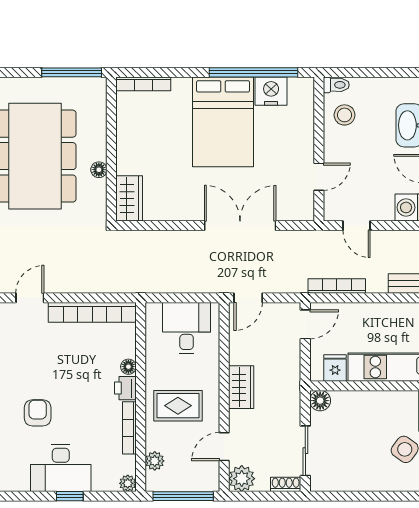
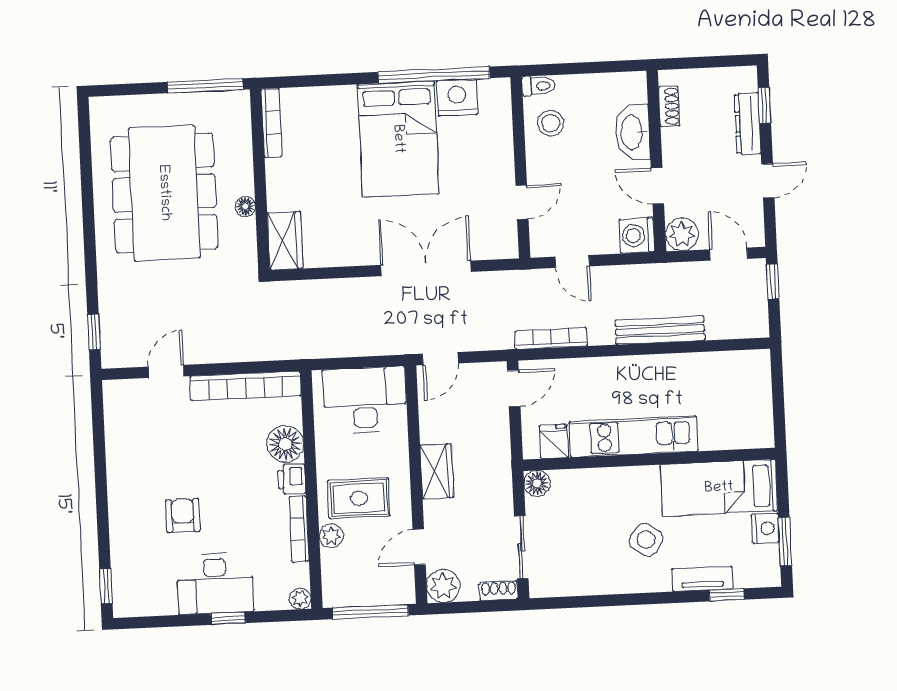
bookcase: (143, 84) -> (272, 123), moved, turned -90
desk: (187, 328) -> (365, 400), width x1.37
floor lamp: (128, 367) -> (285, 444), width x1.89, depth x1.89
plant: (155, 461) -> (331, 536), moved

